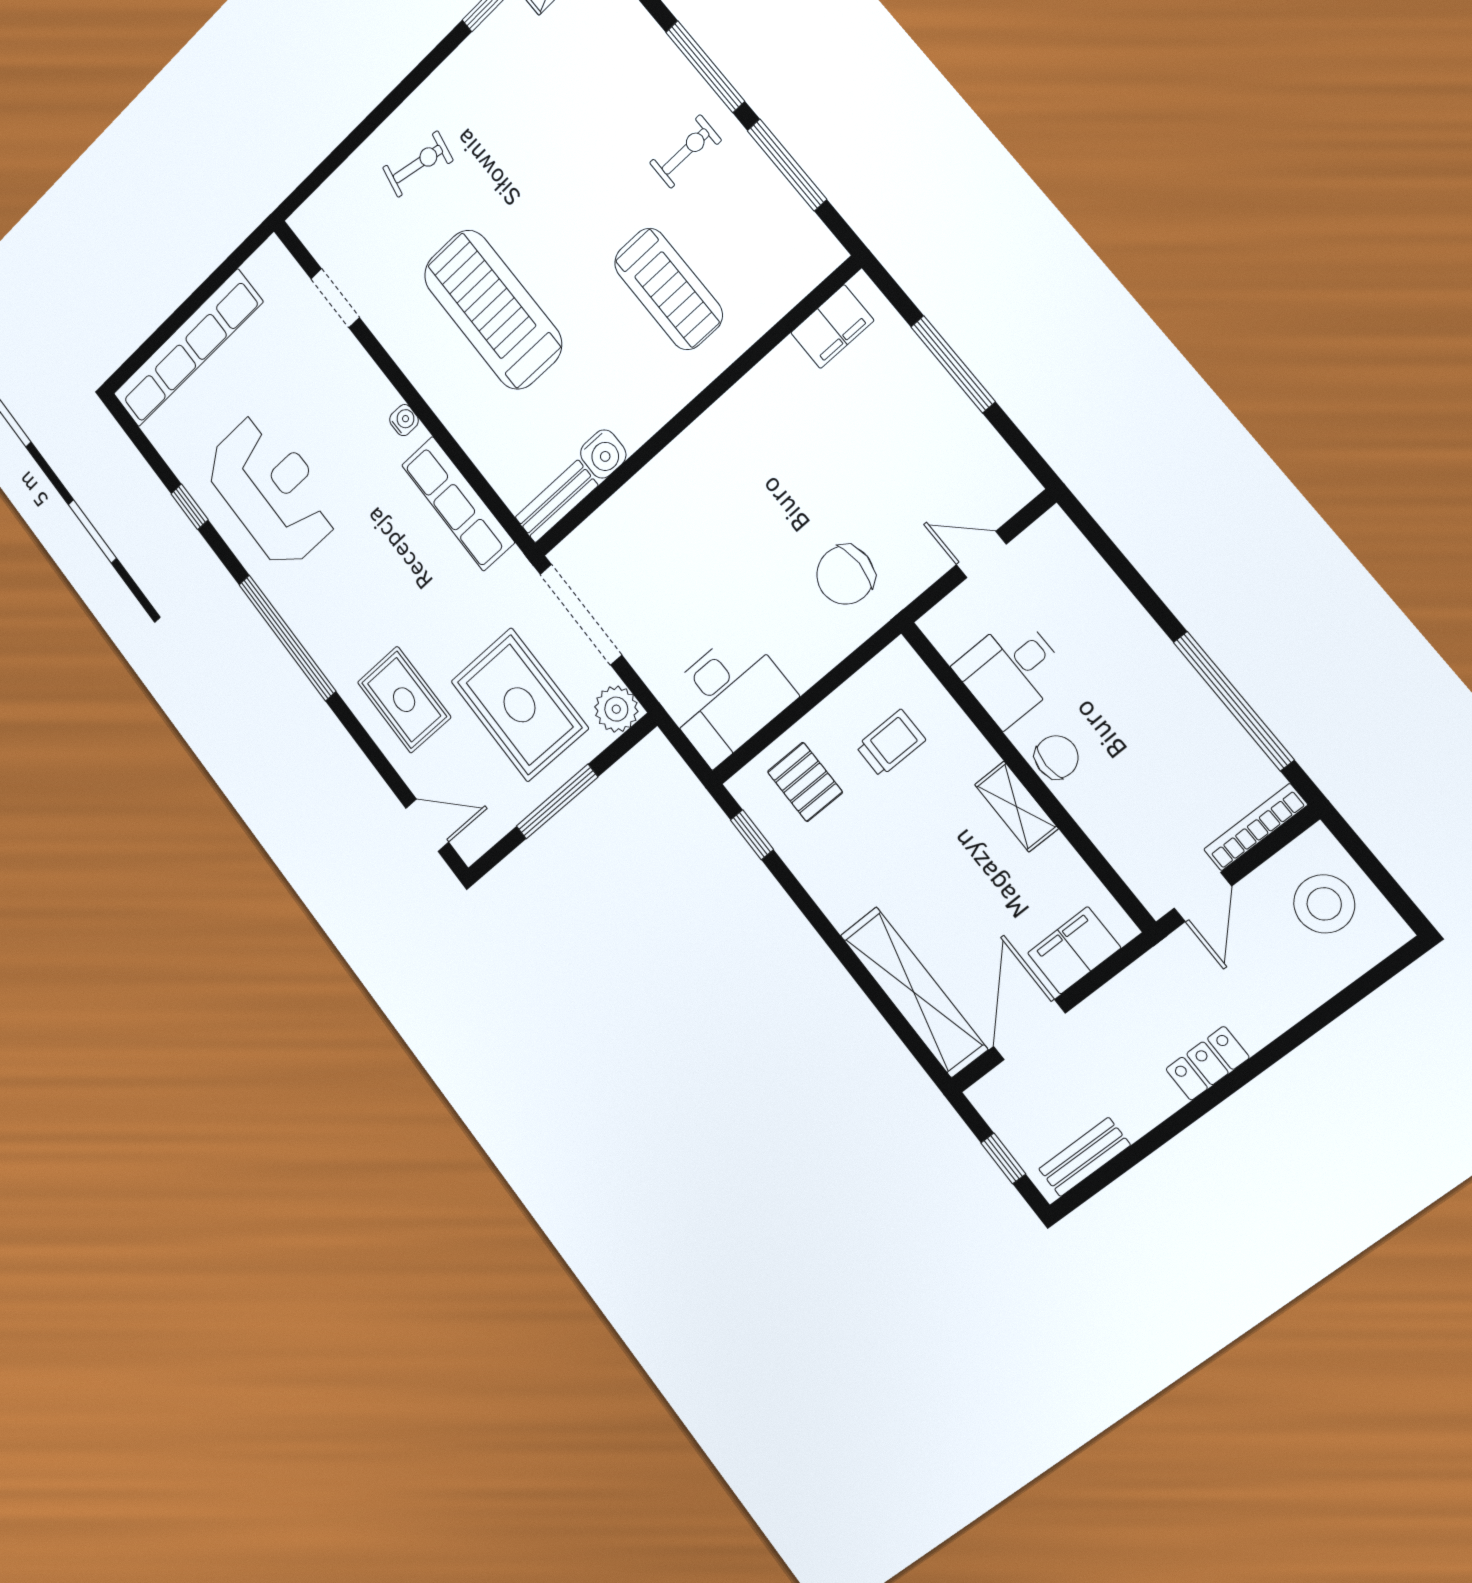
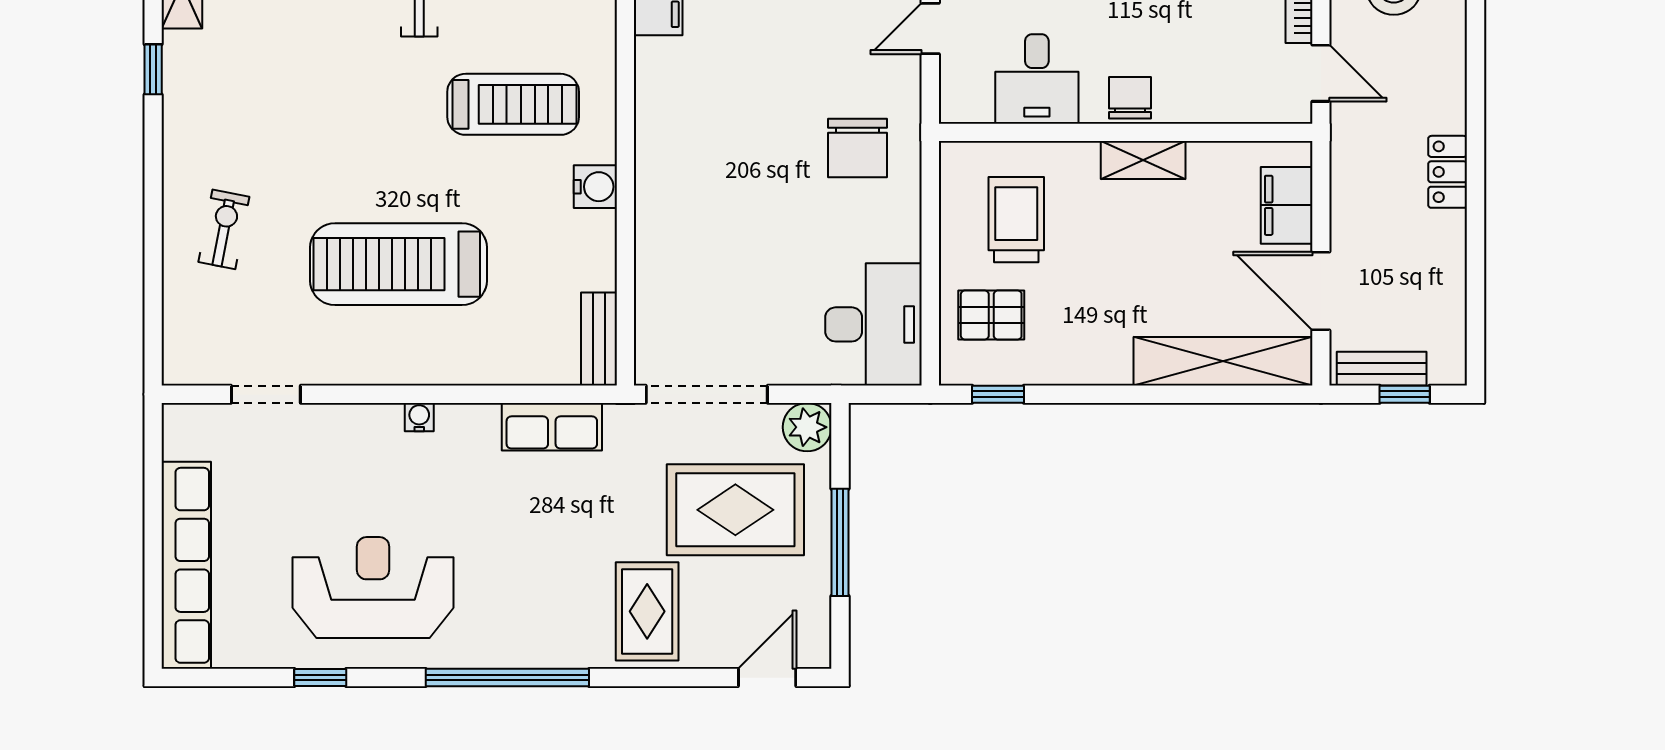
water cooler: (603, 454) -> (595, 187), moved
row of seats: (458, 504) -> (552, 427), width x0.68
rug: (404, 700) -> (647, 611), turned 90
trolley: (891, 743) -> (1016, 220), width x1.36, depth x1.39
bench: (1084, 1157) -> (1382, 369), moved, turned 90

